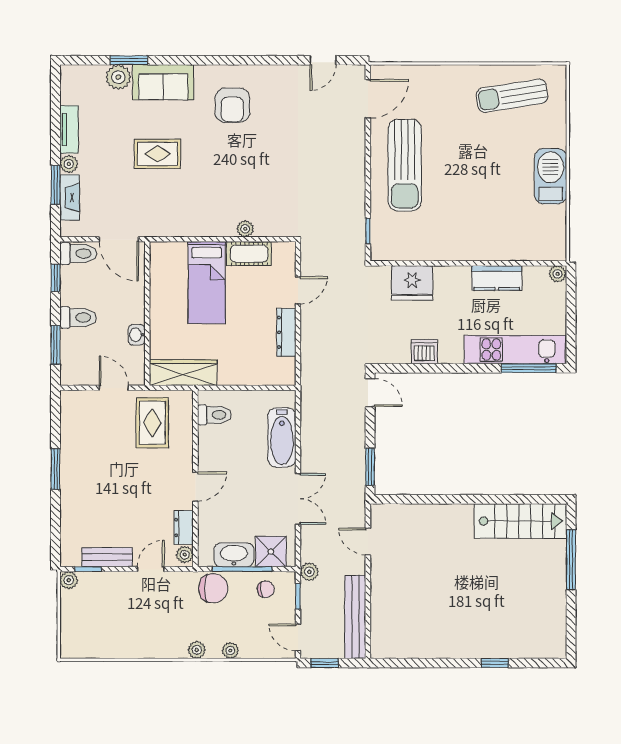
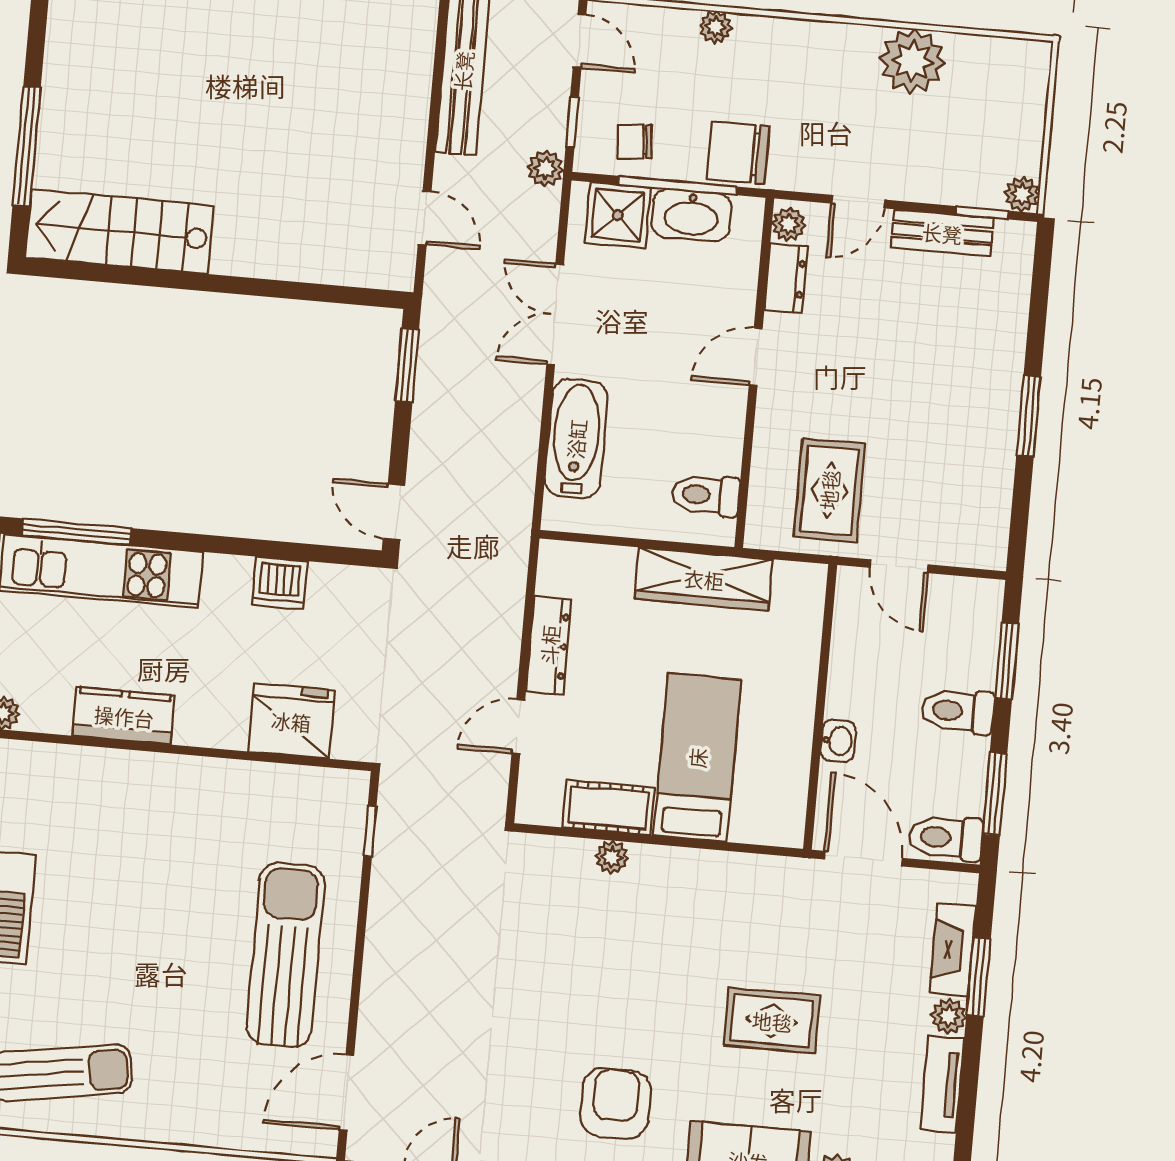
window: (56, 278) -> (995, 794), width x1.50
washbasin: (137, 335) -> (838, 741), moved
wardrobe: (183, 373) -> (704, 579), moved
plant: (197, 650) -> (912, 61), moved, width x1.88, depth x1.88

